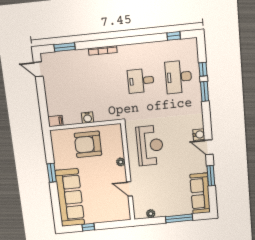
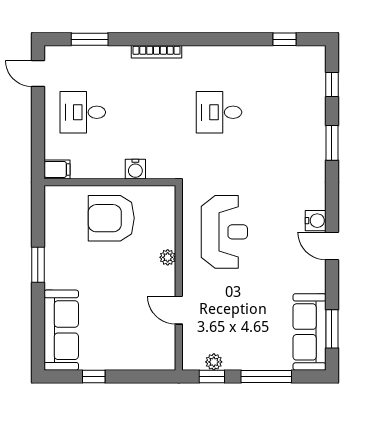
window: (203, 69) -> (332, 84), moved
desk: (178, 77) -> (83, 112), moved, width x0.73
water cooler: (88, 118) -> (135, 169), moved
window: (211, 176) -> (332, 329), moved
sofa: (70, 198) -> (61, 330), width x0.74, depth x0.79
window: (150, 221) -> (212, 376), added

